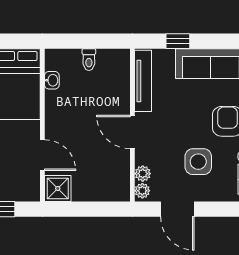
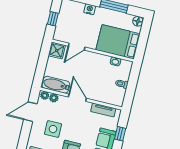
tv unit: (143, 81) -> (103, 110), width x0.71
door: (132, 132) -> (77, 98), hinge flipped
bathtub: (119, 175) -> (56, 85), added

